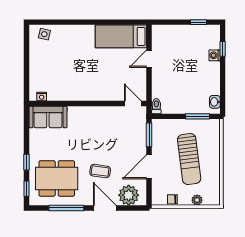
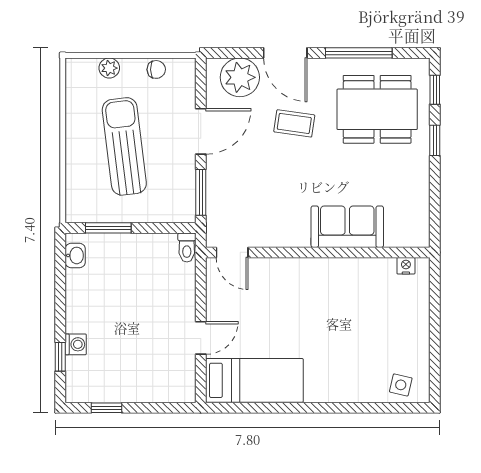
sofa: (48, 117) -> (347, 227), moved

